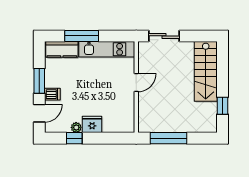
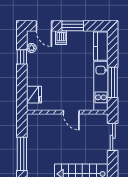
window: (82, 36) -> (113, 82), moved
fridge: (92, 124) -> (34, 95), moved
plant: (76, 127) -> (31, 48), moved
window: (168, 138) -> (22, 154), moved

